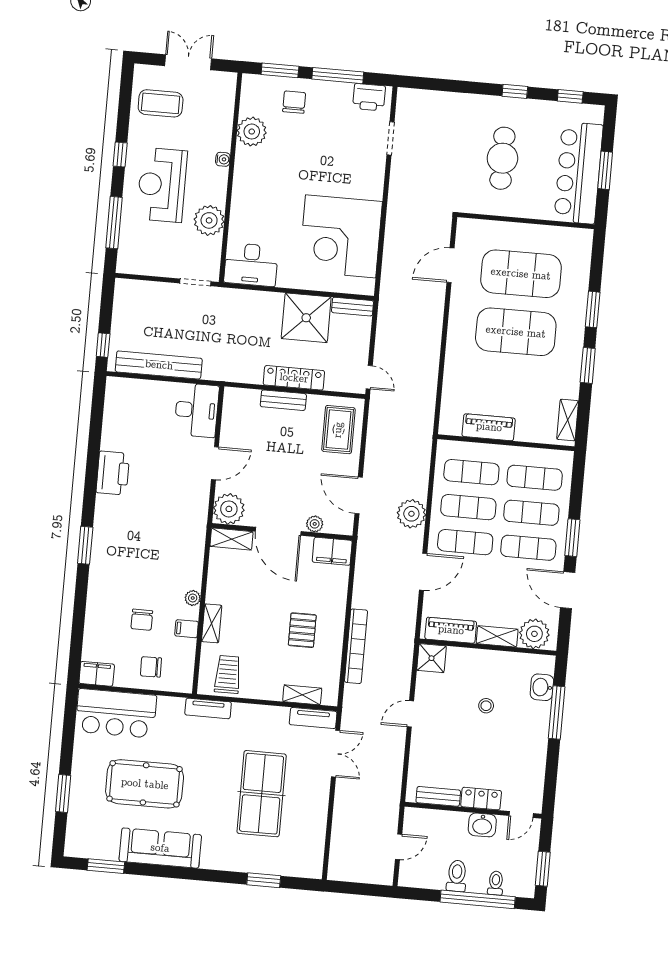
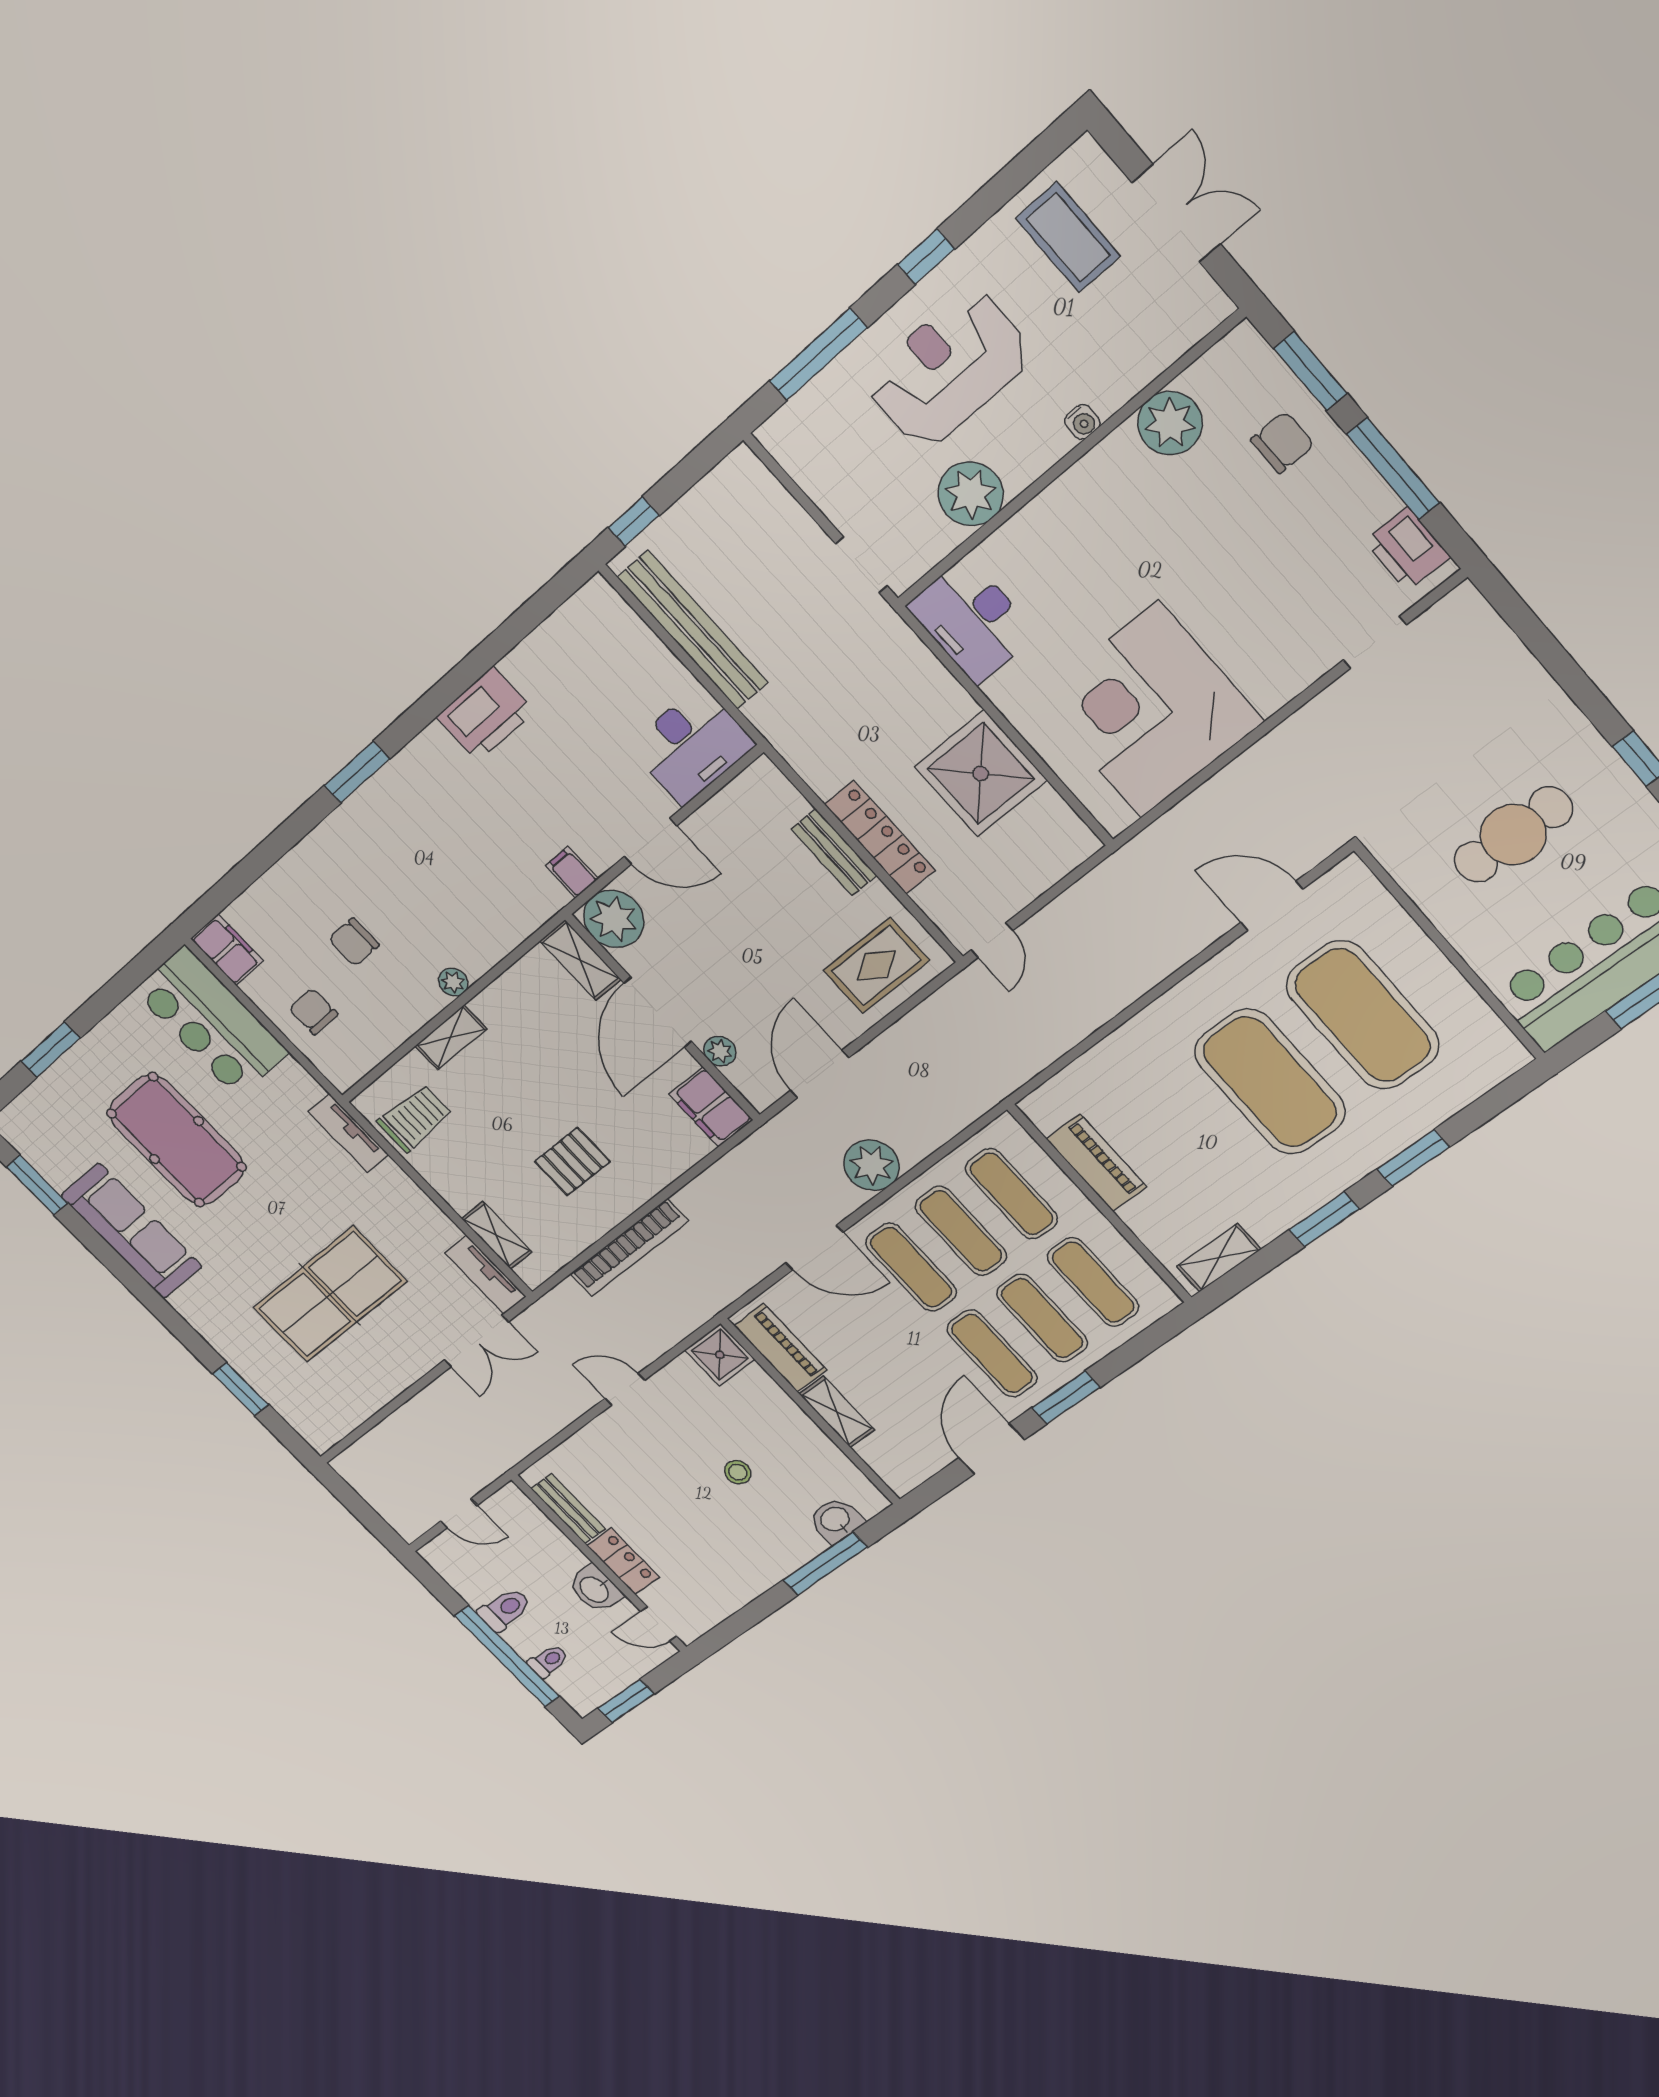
bench: (352, 307) -> (1066, 824), removed
filing cabinet: (187, 629) -> (572, 872), moved
plant: (534, 634) -> (891, 1455), removed

